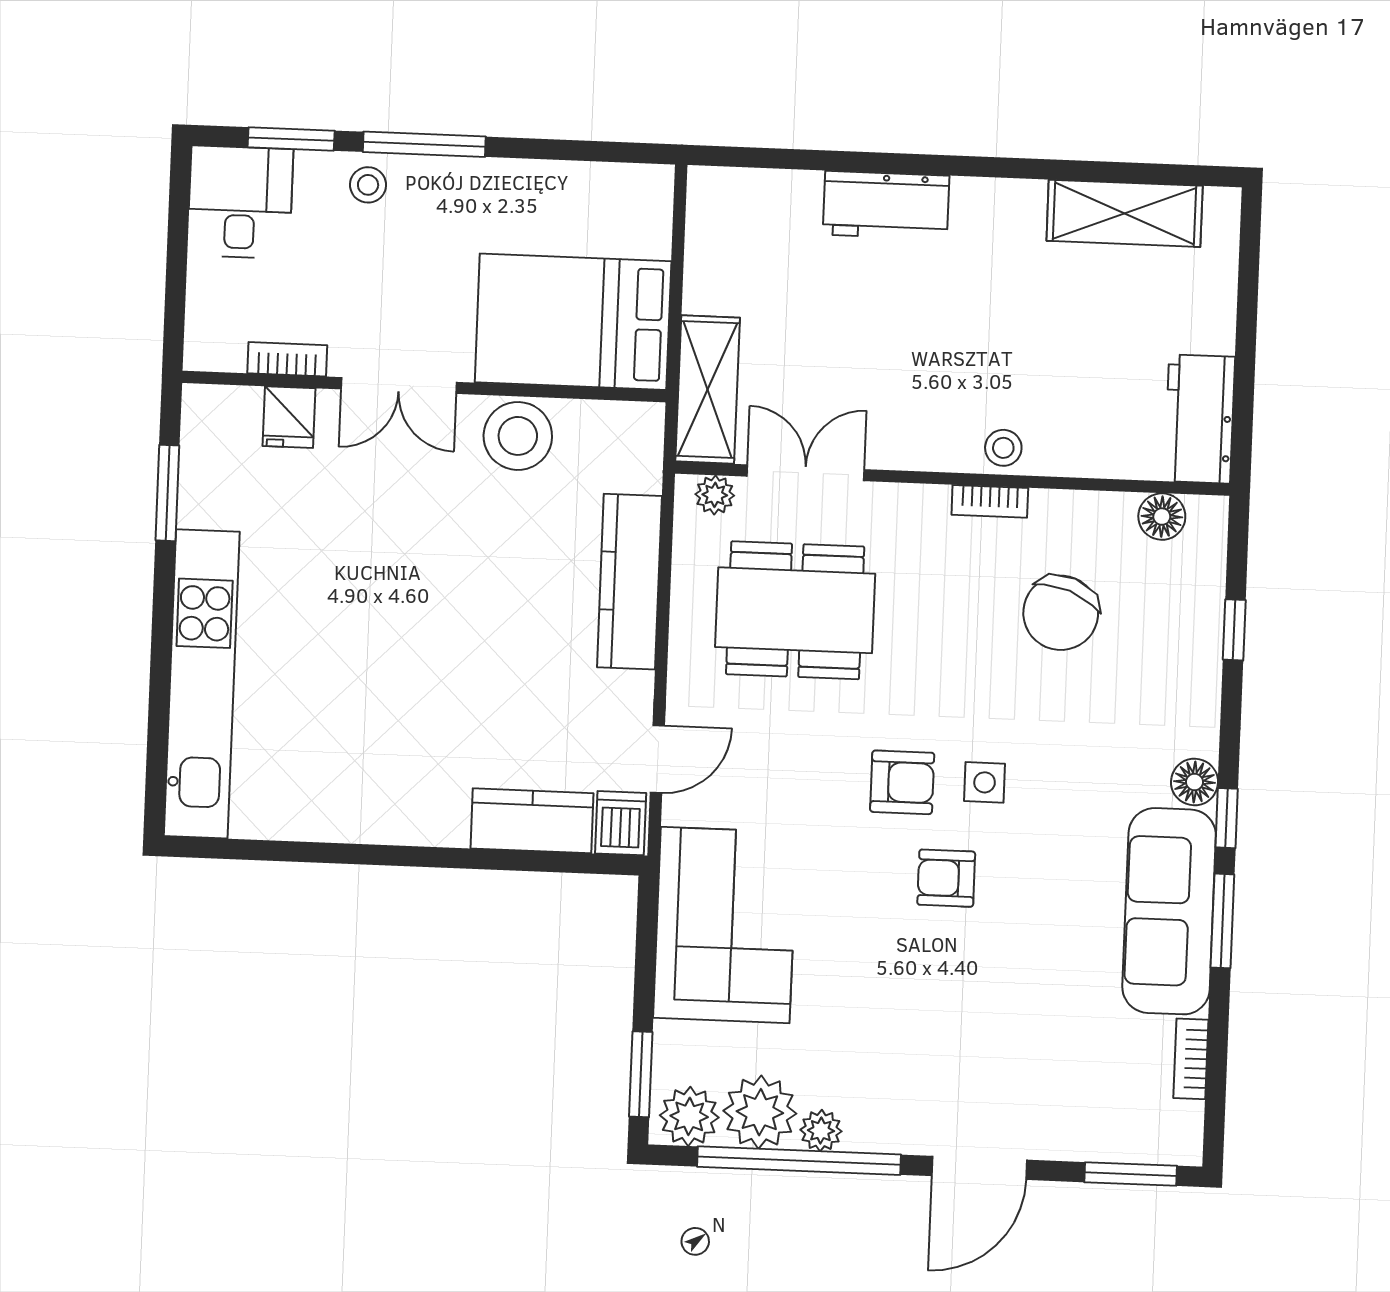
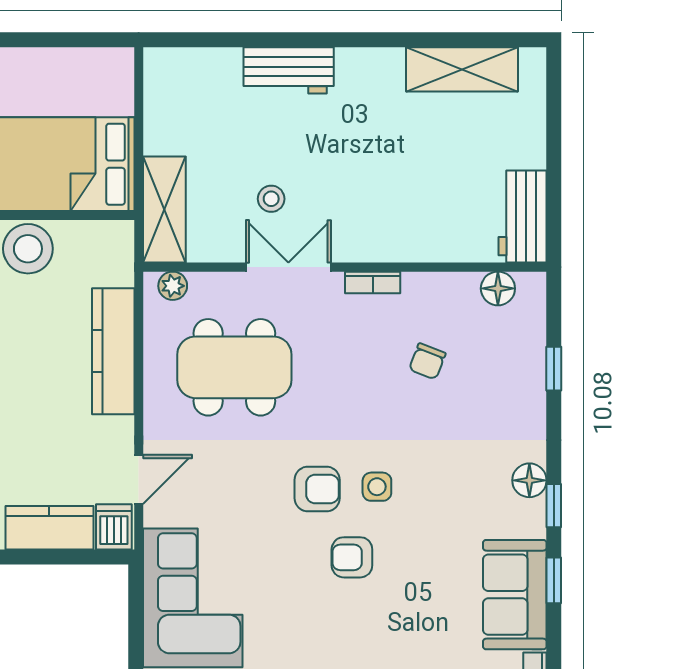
stool: (1003, 448) -> (271, 199), moved
double door: (806, 473) -> (288, 267), moved
chair: (1061, 613) -> (427, 361), width x0.54, depth x0.54
sofa: (1169, 911) -> (515, 595), width x0.73
window: (1222, 921) -> (554, 580), width x0.67

